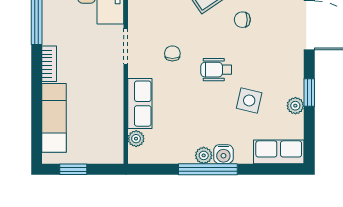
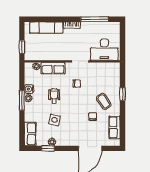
wheelchair: (216, 70) -> (54, 96), moved
window: (309, 92) -> (48, 148), moved
water cooler: (223, 154) -> (29, 89), moved
window: (73, 169) -> (22, 47), moved
window: (208, 169) -> (22, 100), width x0.69

